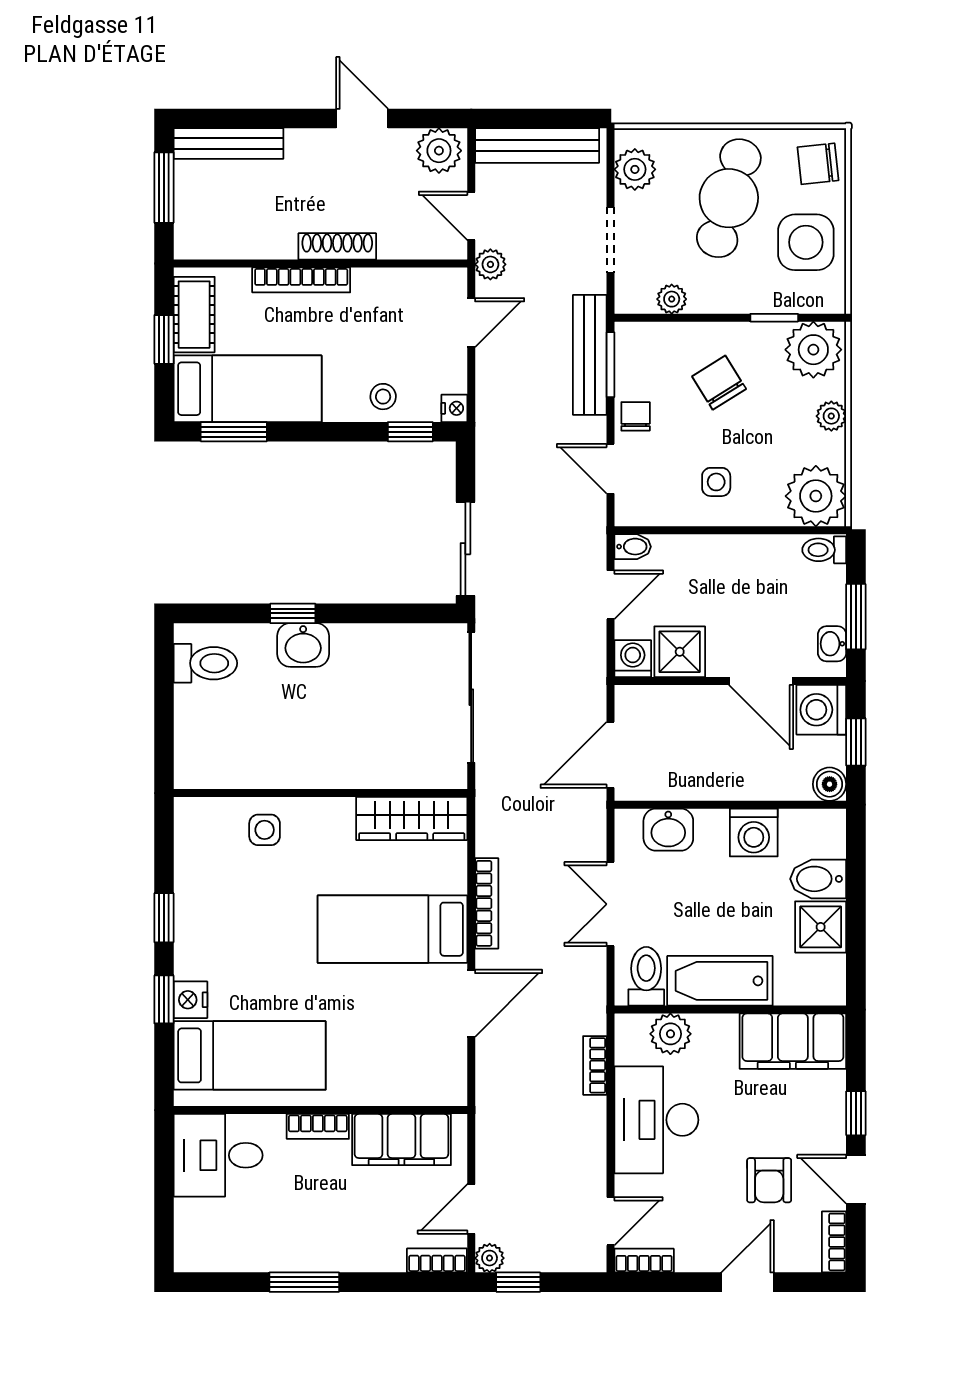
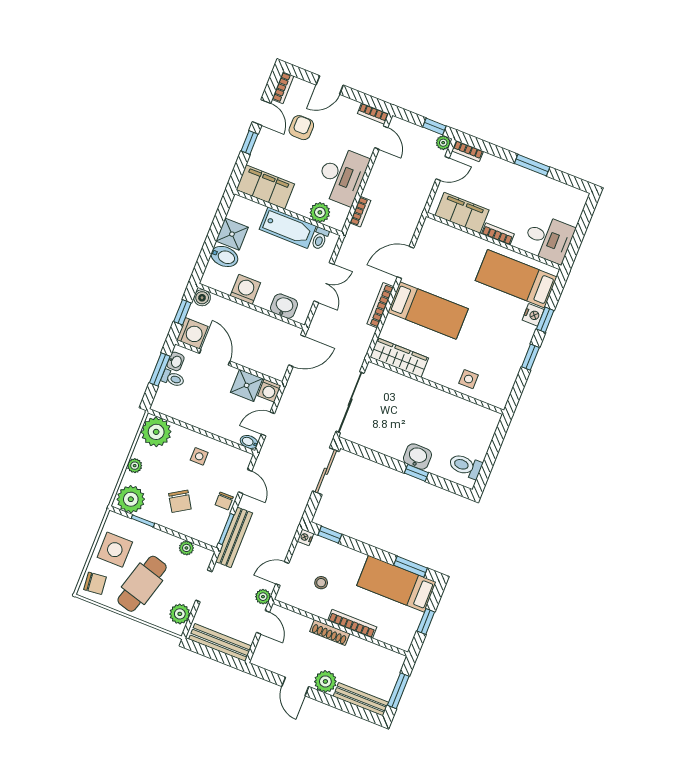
plant: (439, 151) -> (325, 681), moved
cot: (194, 315) -> (407, 627), removed
stool: (383, 397) -> (321, 583), moved
toilet: (824, 550) -> (173, 378), moved
toilet: (646, 976) -> (320, 238), width x0.73, depth x0.72
door: (610, 1221) -> (381, 138), swing flipped

